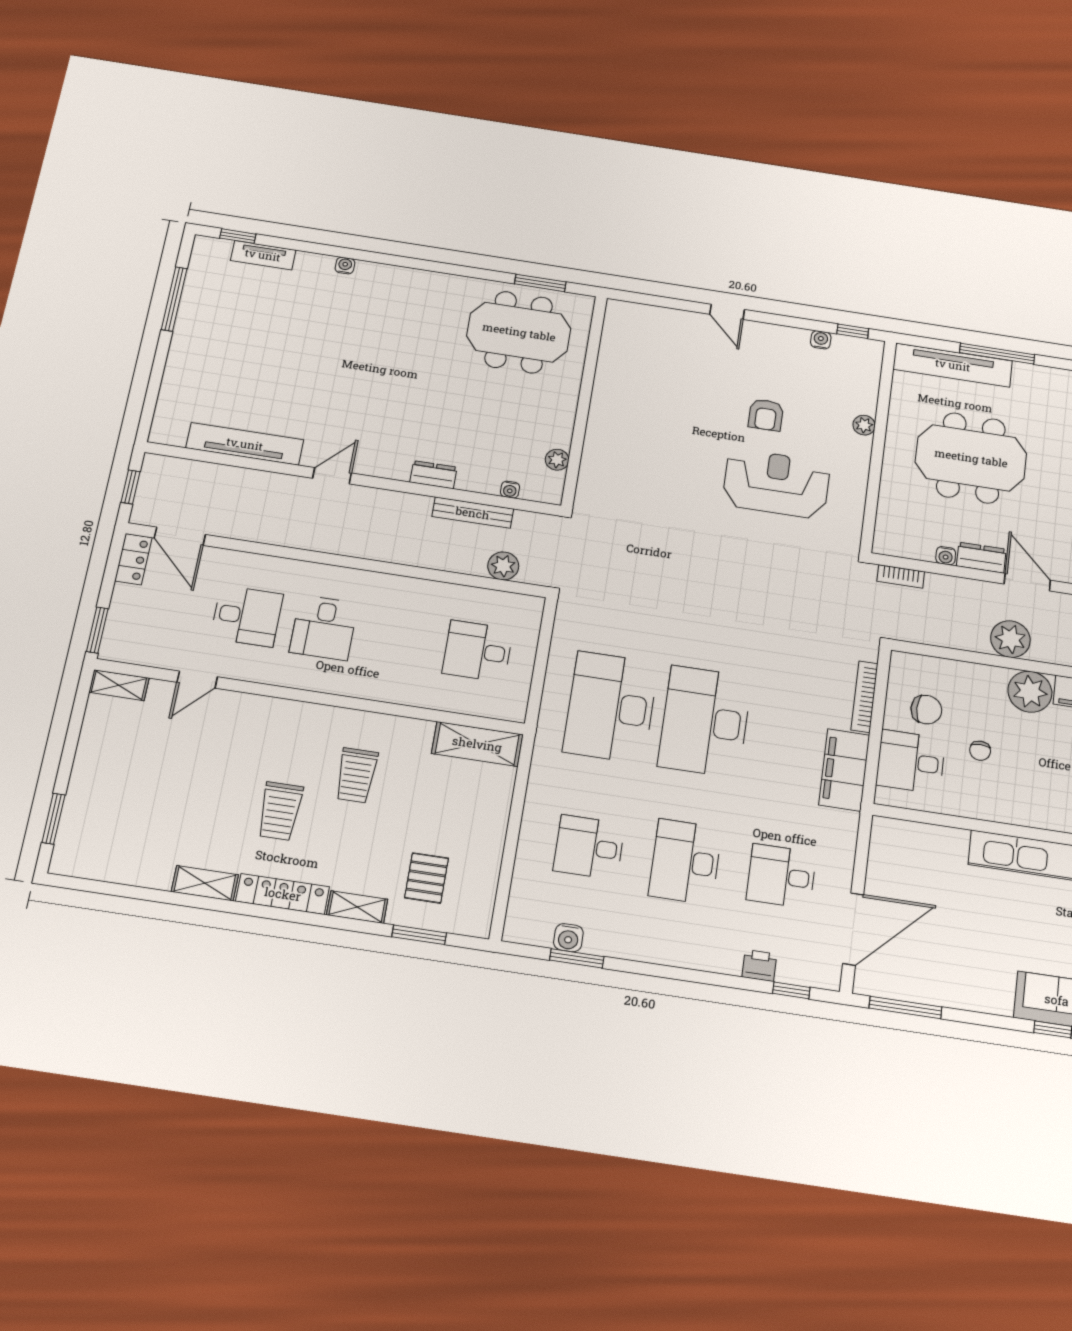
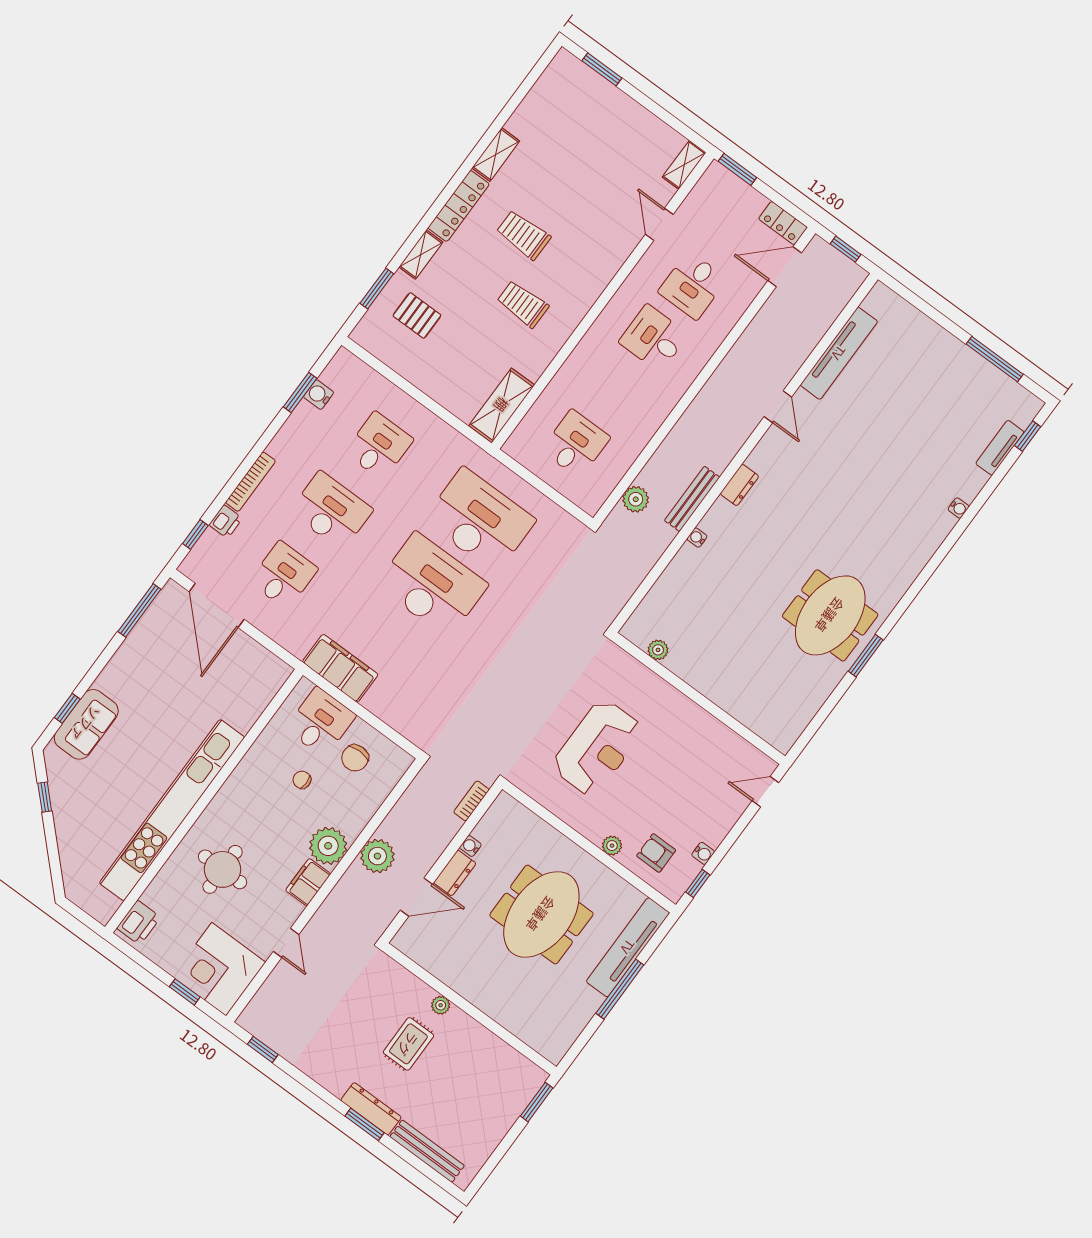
wall: (584, 400) -> (699, 698), moved
armchair: (766, 415) -> (656, 853), moved
plant: (557, 460) -> (658, 650), moved
bookcase: (864, 697) -> (251, 482), moved, turned 90

